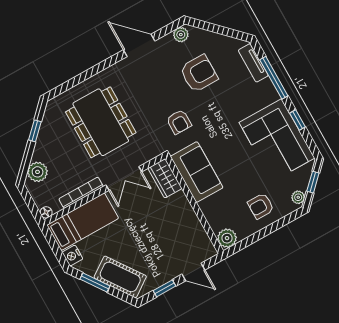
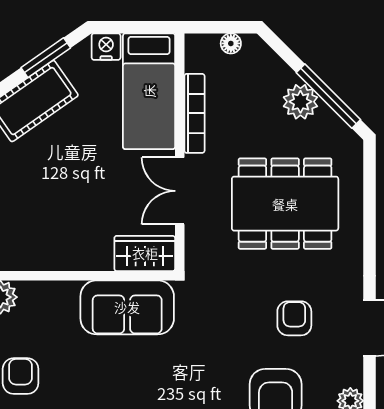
armchair: (179, 122) -> (294, 318), moved, turned 90
window: (35, 131) -> (328, 96), width x2.17
plant: (38, 172) -> (300, 102), moved
floor lamp: (46, 212) -> (231, 43), moved

